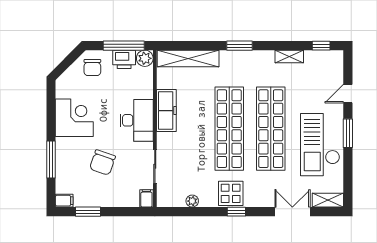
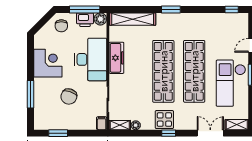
shelving: (289, 56) -> (120, 125), moved
desk: (137, 120) -> (91, 59), width x1.36, depth x1.30
filing cabinet: (64, 201) -> (40, 125), removed

